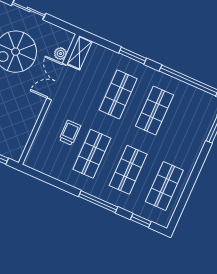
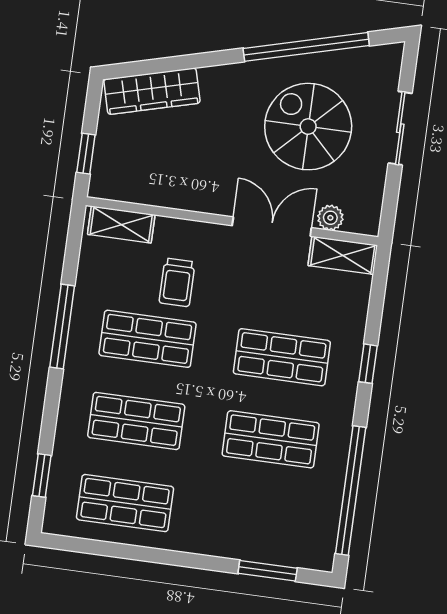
window: (133, 56) -> (368, 364), width x0.67
trolley: (70, 133) -> (177, 282), turned 90
shelving: (36, 151) -> (121, 225), added
window: (98, 202) -> (62, 327), moved

